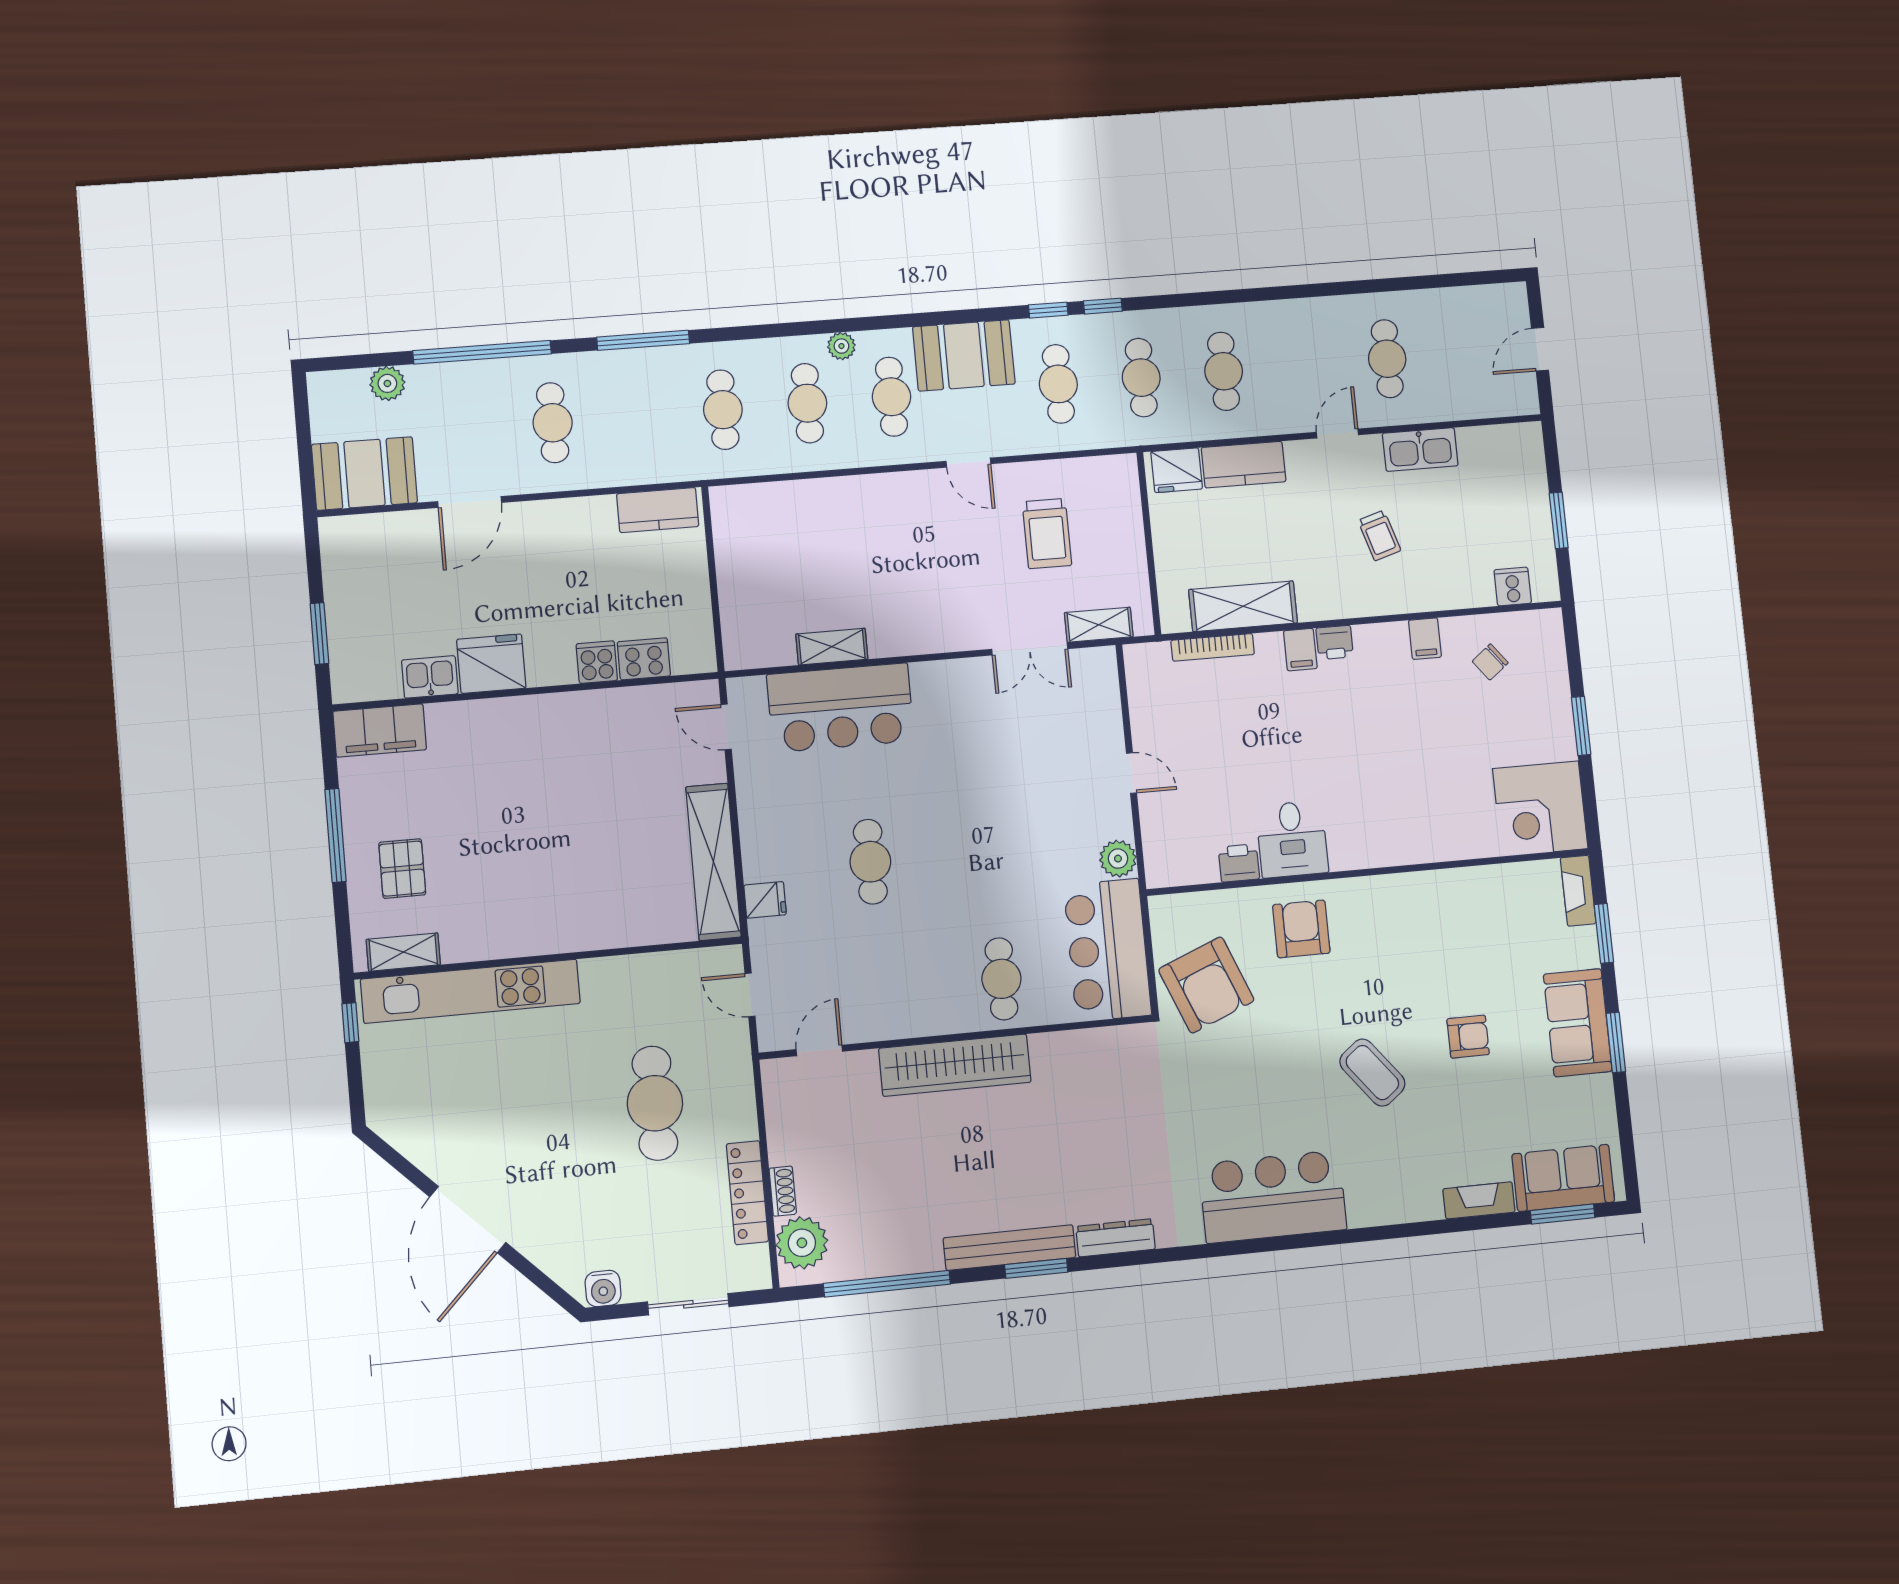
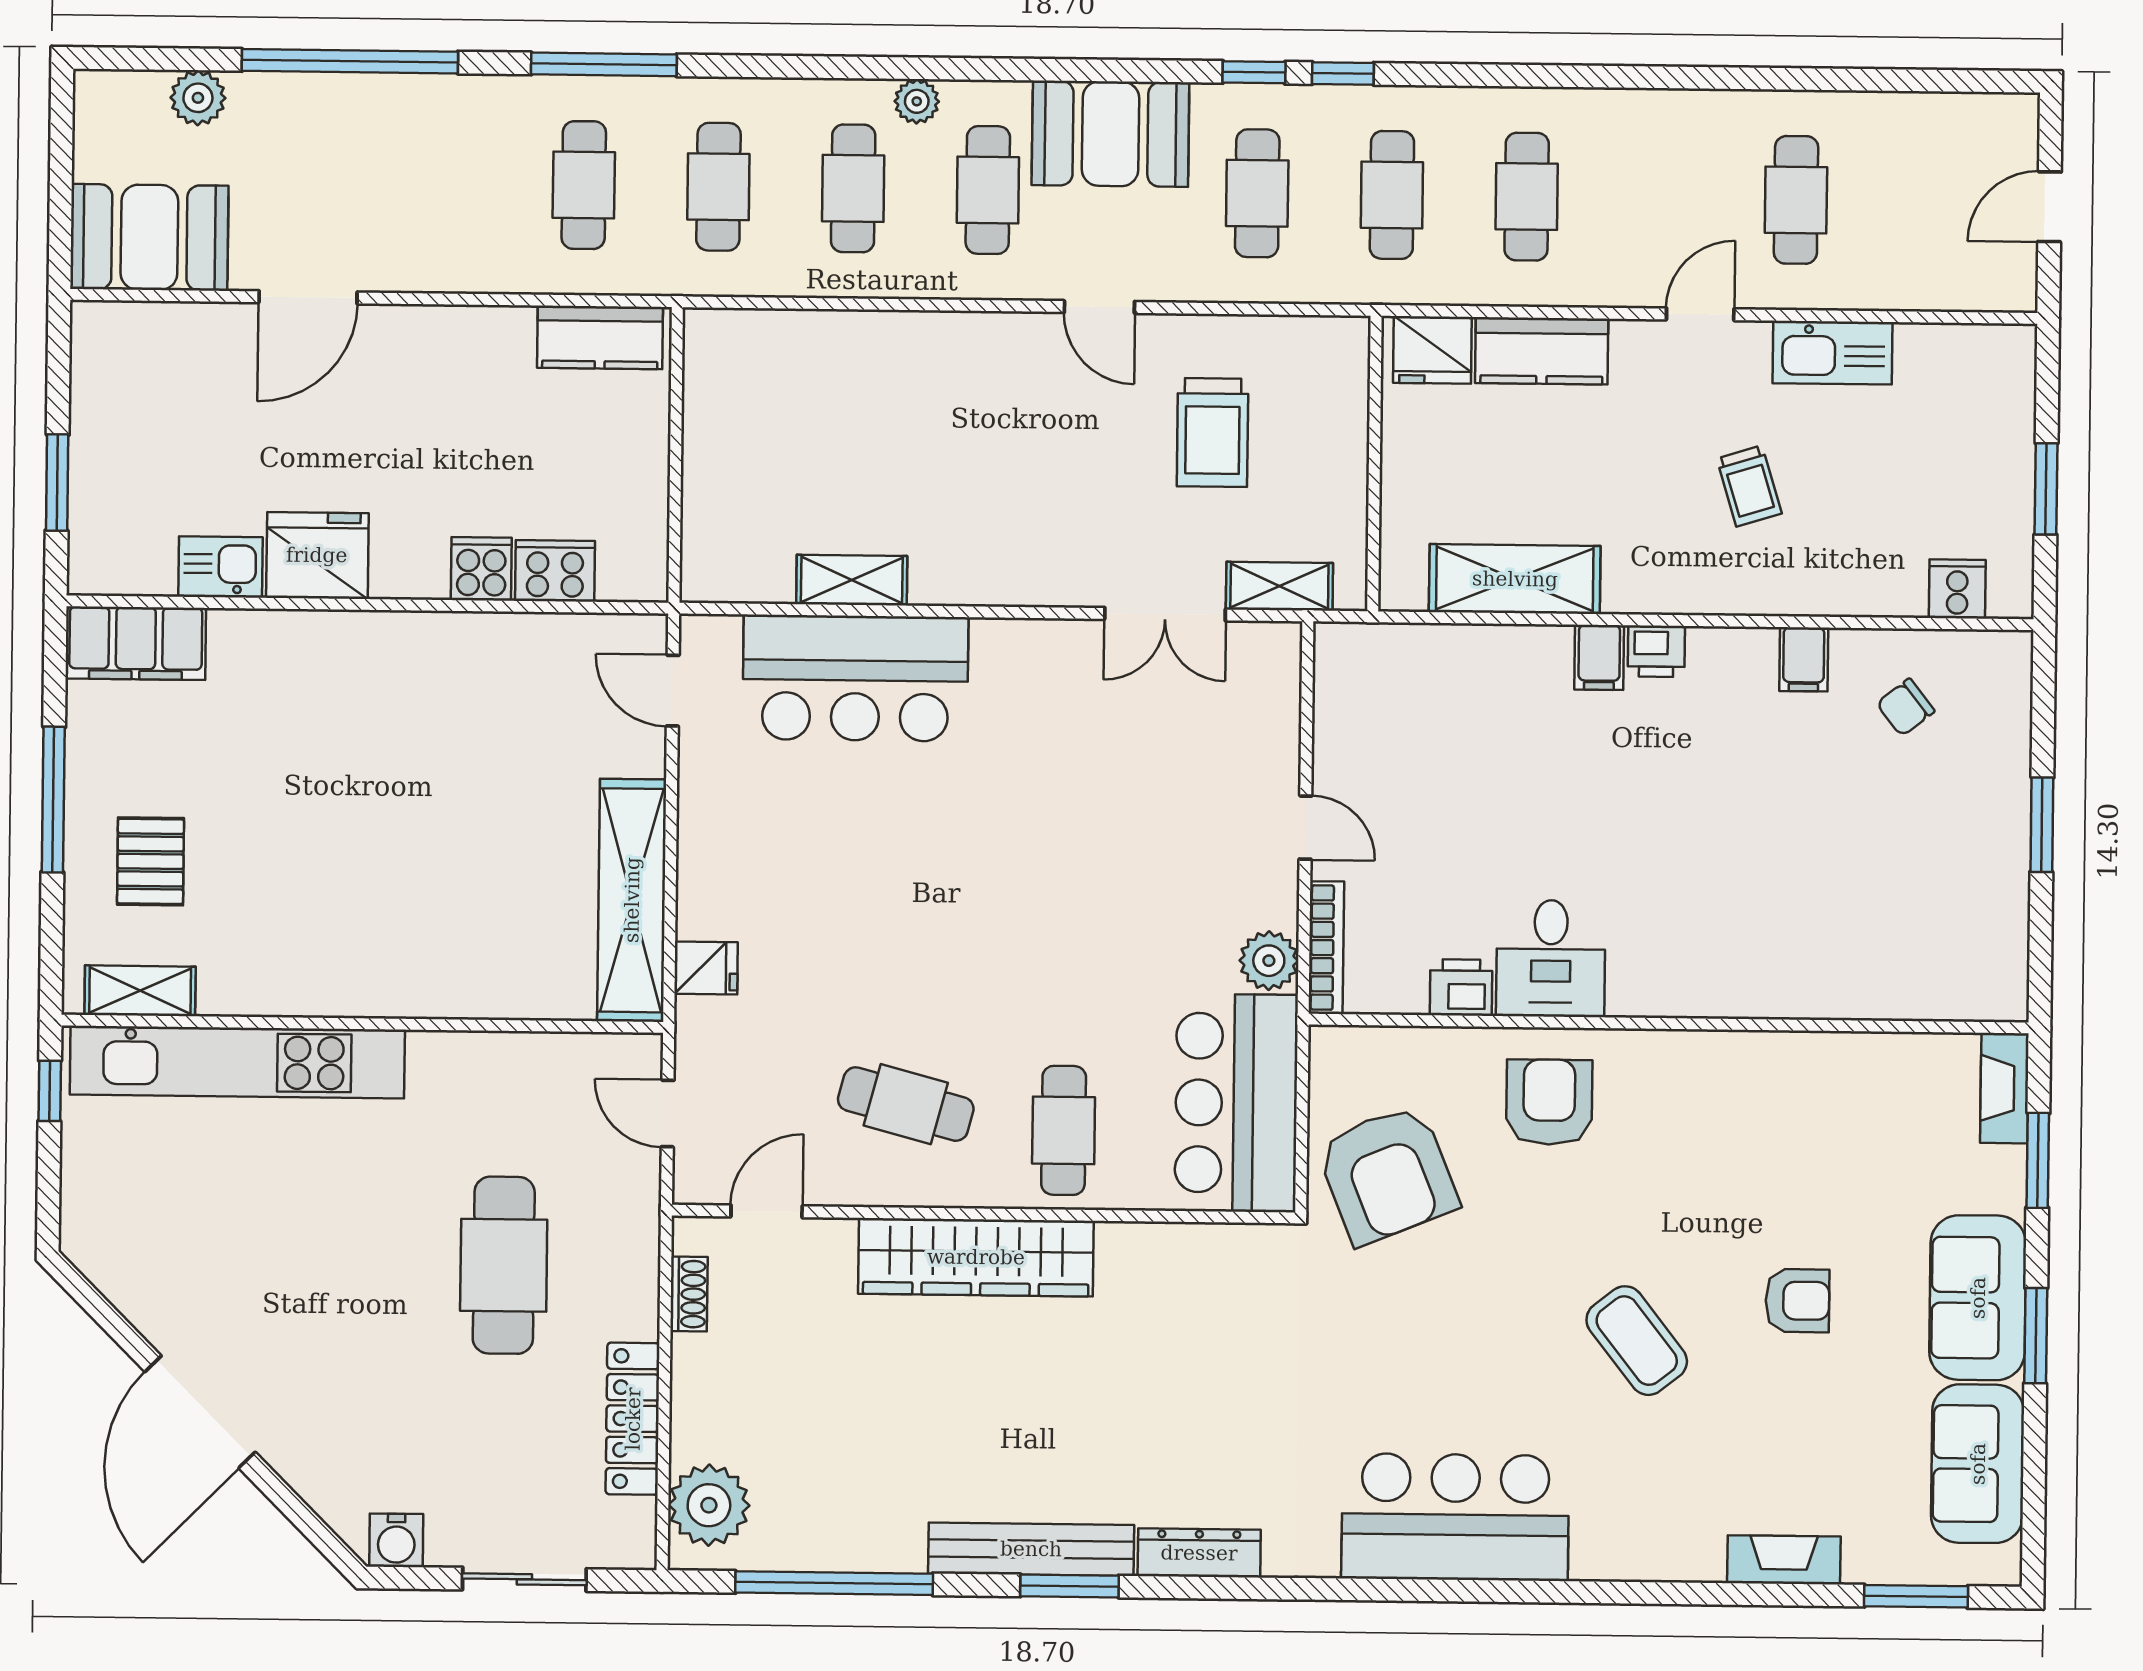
cafe table: (553, 423) -> (584, 185), moved
bookcase: (1213, 647) -> (1326, 948), moved, turned -90
corner desk: (1540, 809) -> (1959, 951), removed
cafe table: (870, 862) -> (906, 1104), moved, turned -75
sofa: (1563, 1178) -> (1978, 1464), moved, turned -90
shoe rack: (783, 1191) -> (689, 1294), moved

